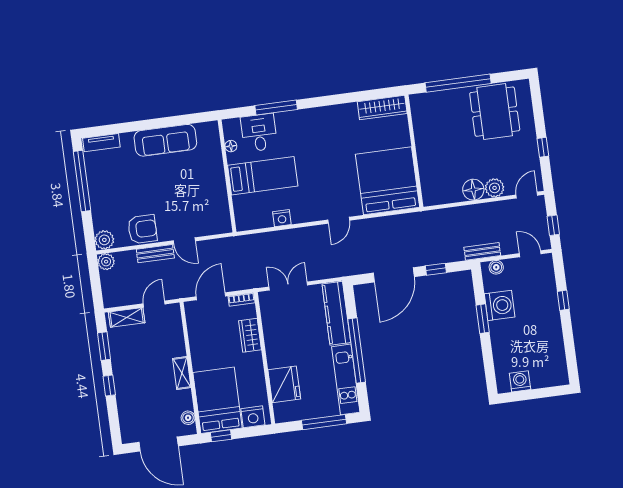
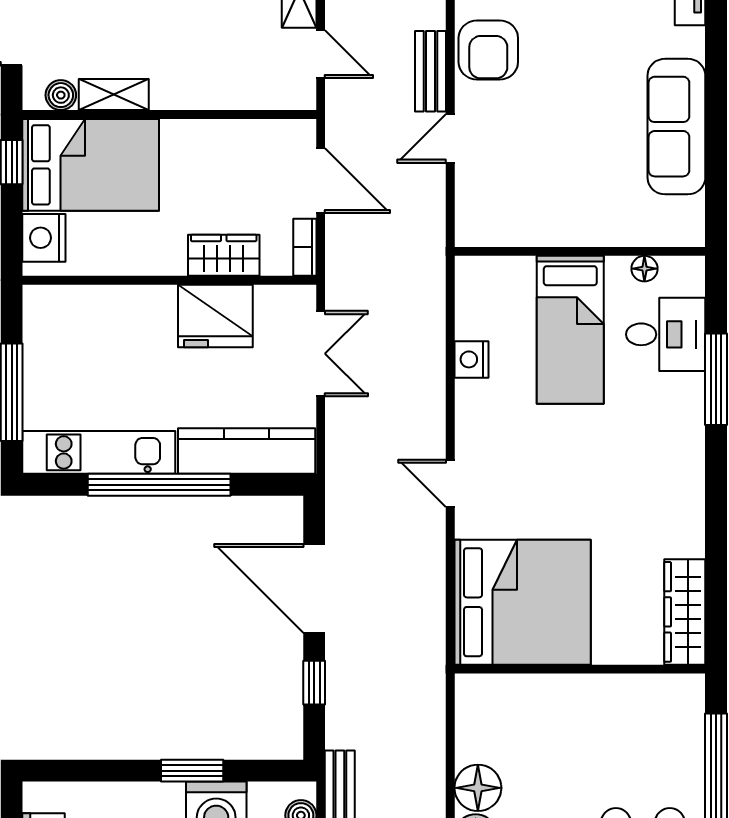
shelving: (182, 373) -> (114, 95), moved
fridge: (284, 384) -> (215, 316), moved

